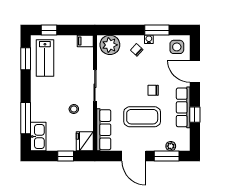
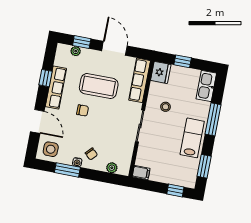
plant: (110, 45) -> (112, 168), width x0.53, depth x0.53
lab bench: (45, 58) -> (192, 138), moved
window: (26, 118) -> (213, 119), moved
window: (167, 156) -> (82, 42), width x0.67

